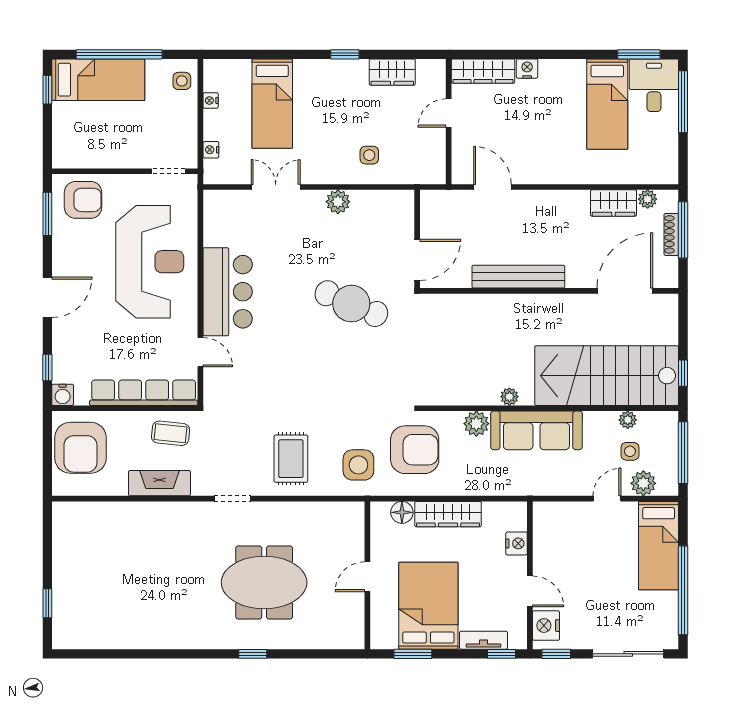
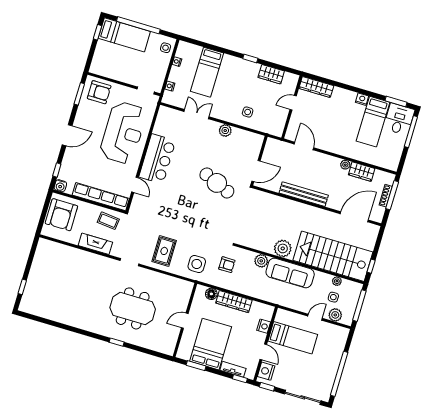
nightstand: (527, 69) -> (362, 99), moved
plant: (648, 199) -> (345, 165), moved
plant: (509, 397) -> (283, 248), width x1.88, depth x1.88
armchair: (415, 450) -> (227, 265), width x0.53, depth x0.53
bed: (659, 546) -> (293, 338), moved, turned -90

